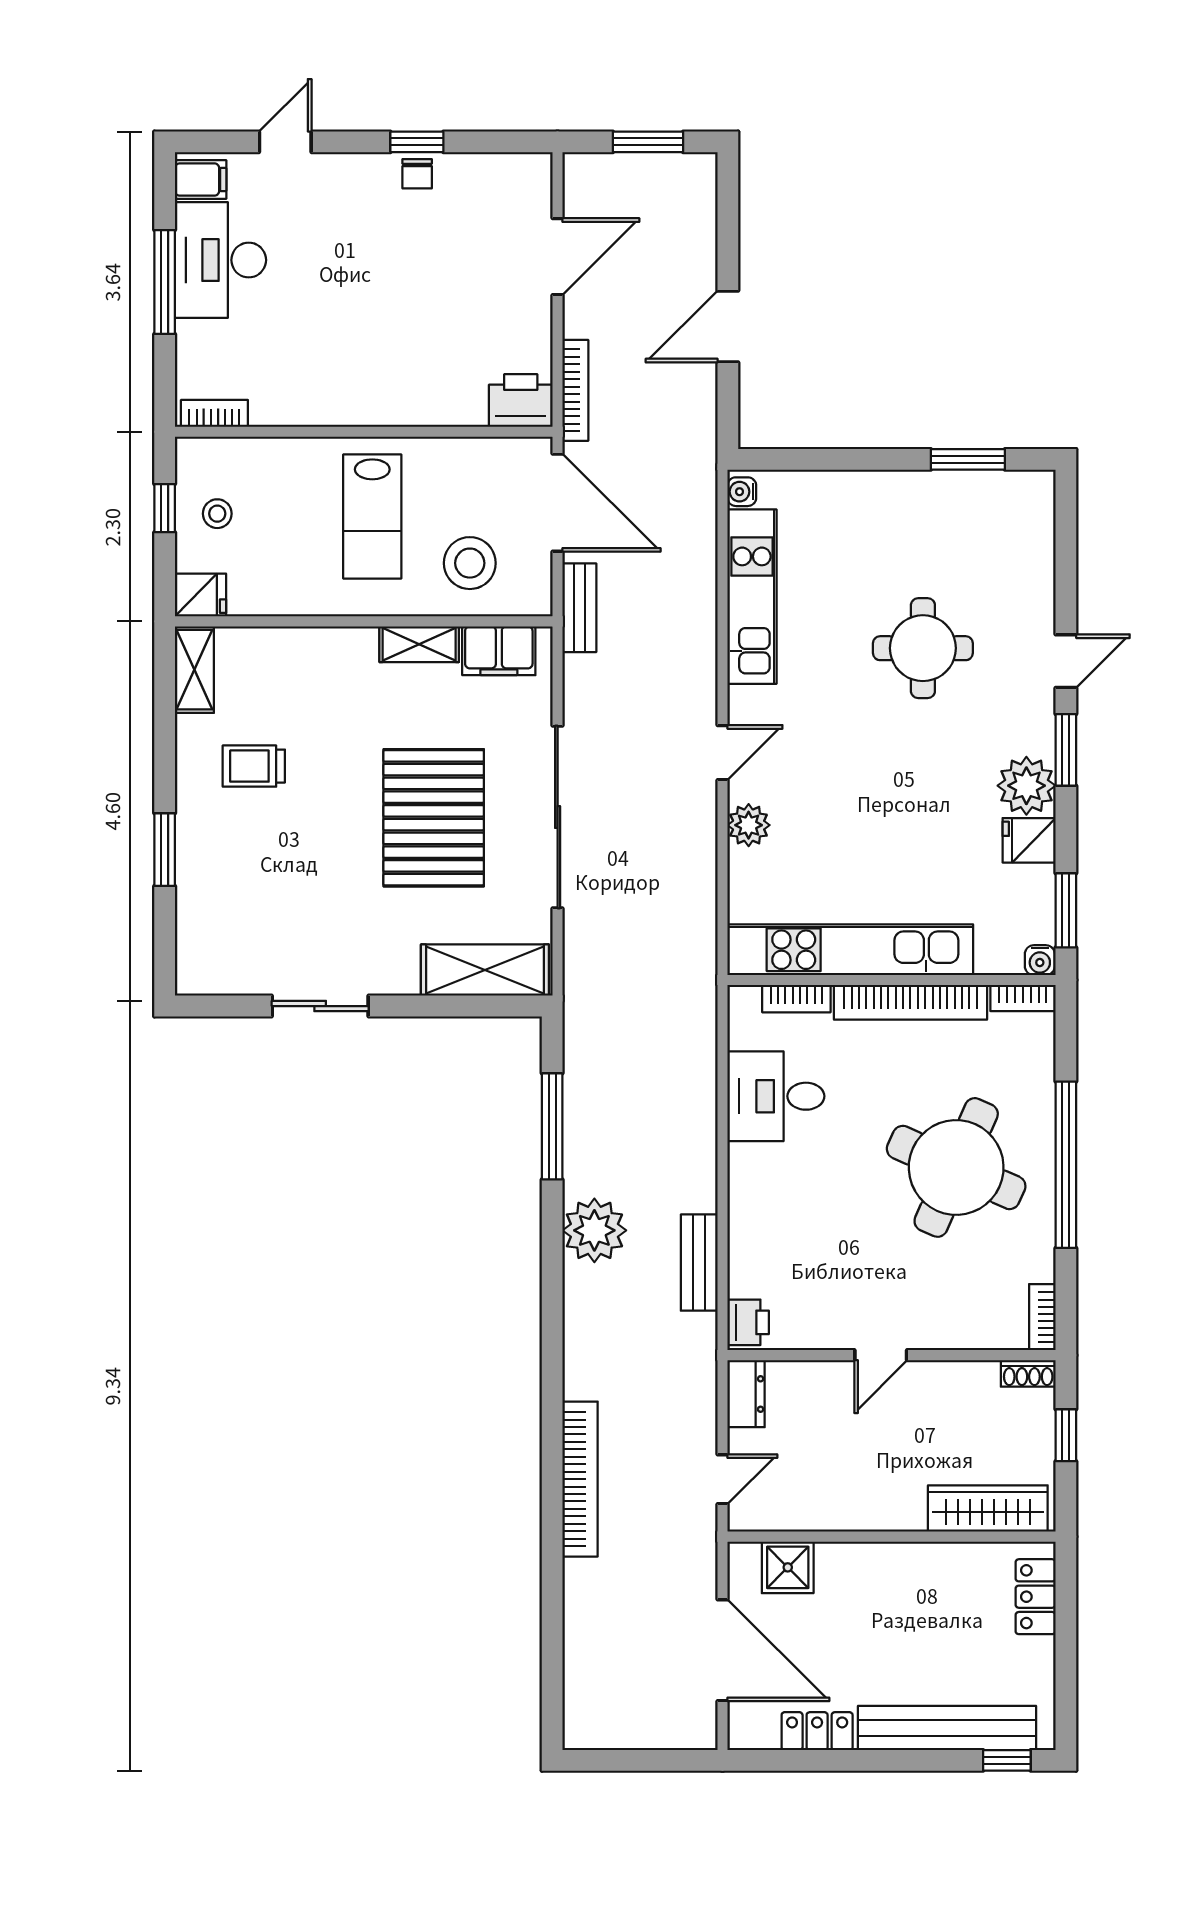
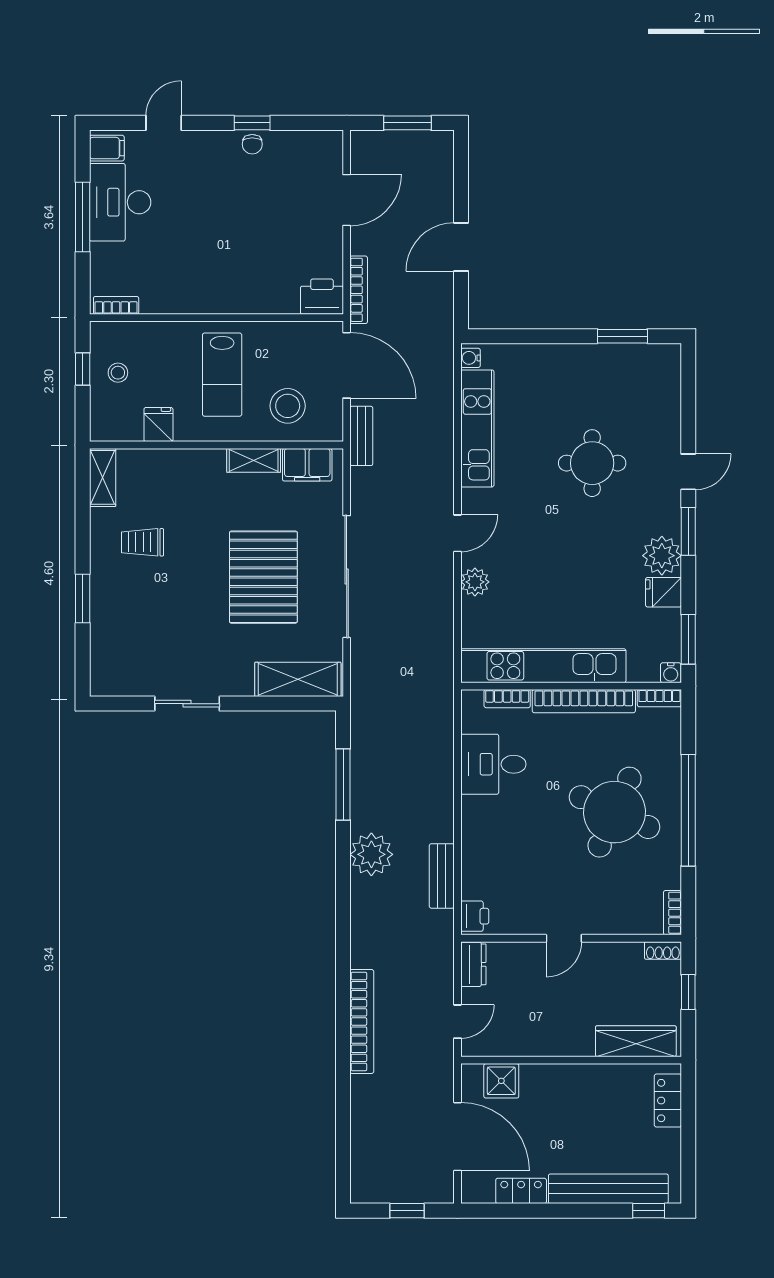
fridge: (201, 595) -> (158, 425), moved, turned -90
window: (647, 1760) -> (407, 1211), added

